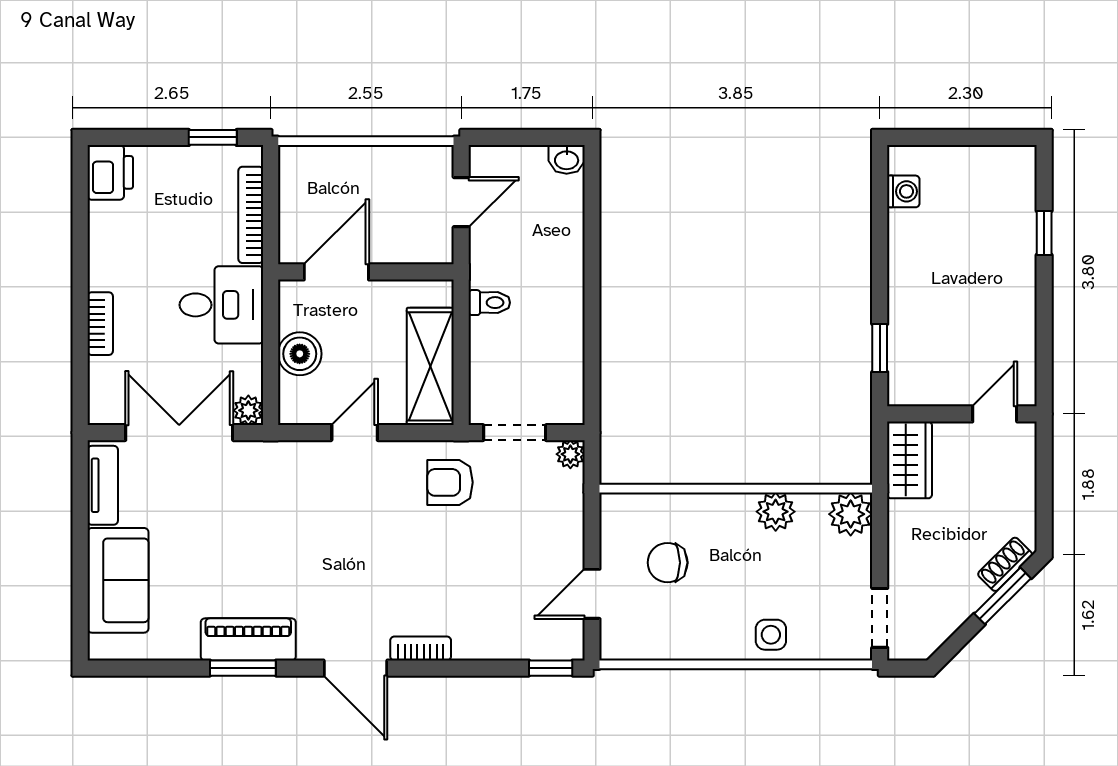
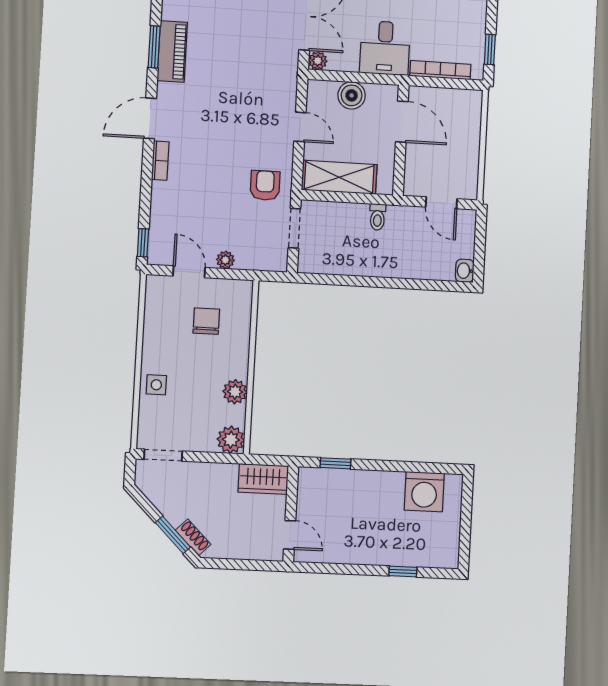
washing machine: (903, 191) -> (424, 492), width x1.89, depth x1.89
plant: (570, 454) -> (225, 260), moved

